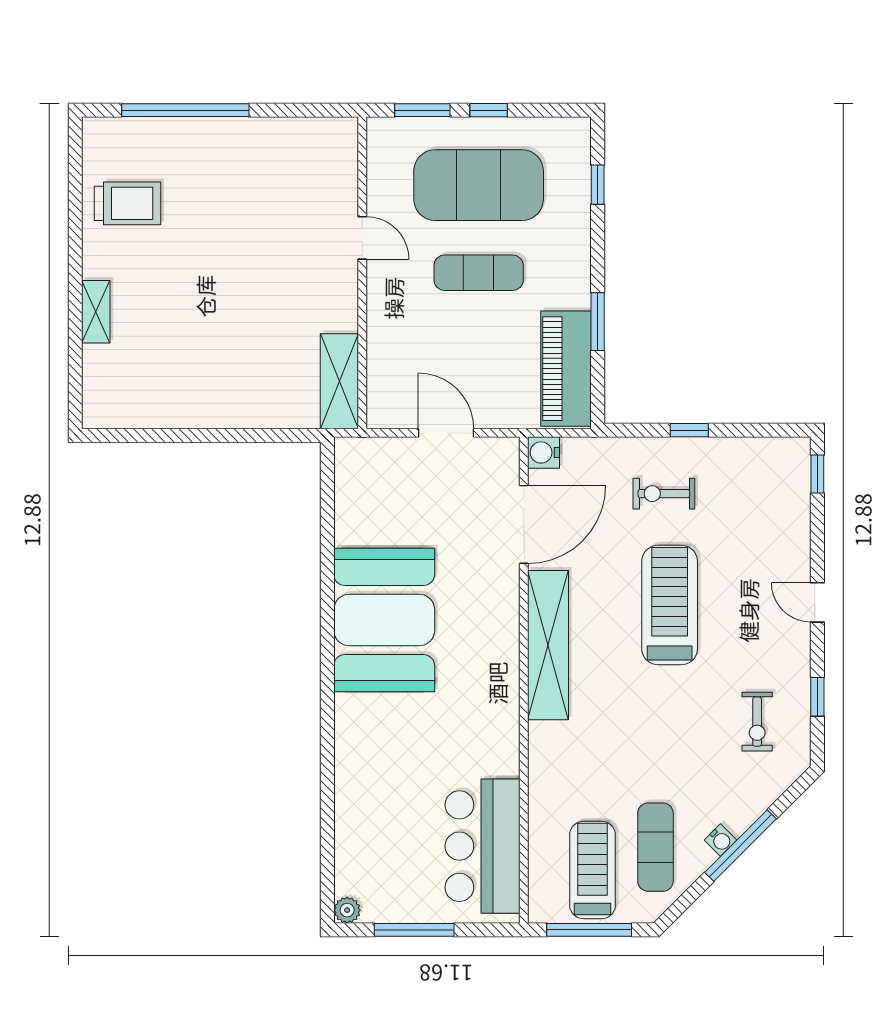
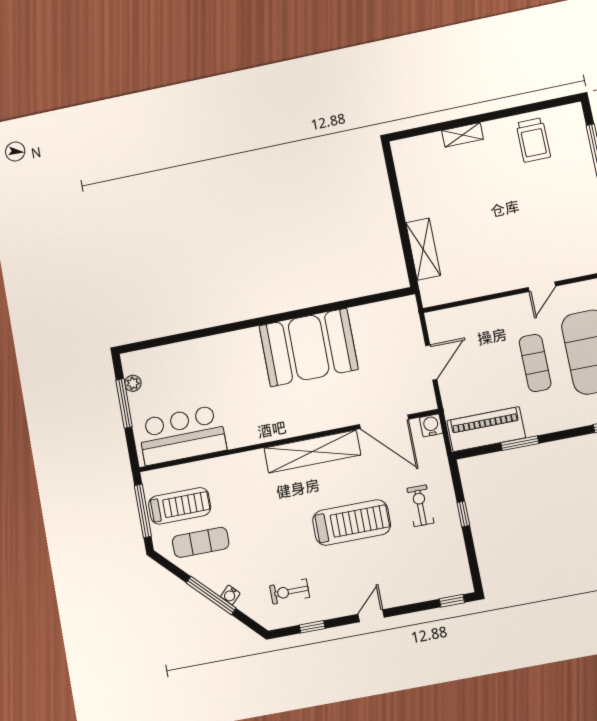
shelving: (339, 381) -> (423, 249), moved, turned 90
water cooler: (720, 840) -> (230, 595), moved
plant: (347, 910) -> (133, 383), moved

